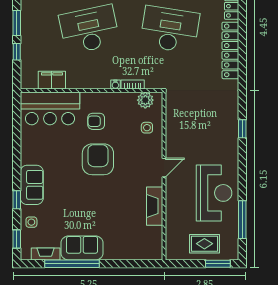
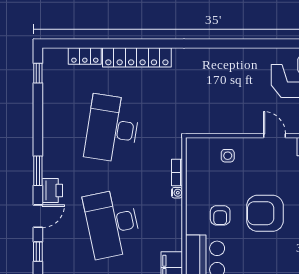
plant: (145, 100) -> (195, 158), removed
window: (242, 129) -> (229, 43), removed

